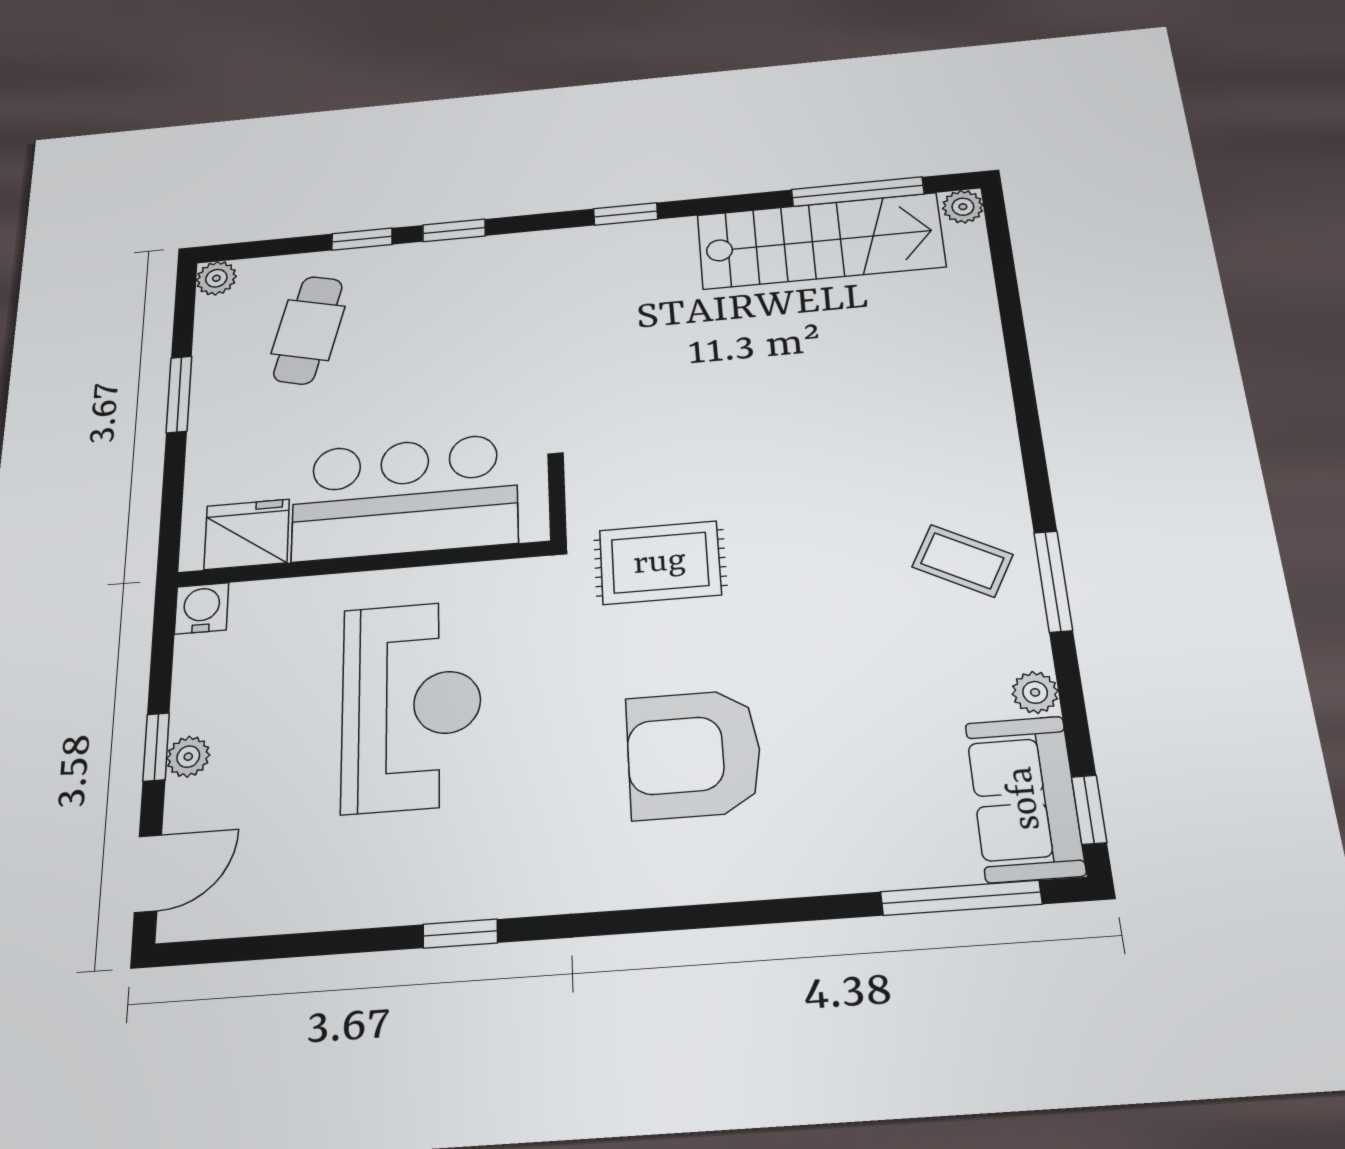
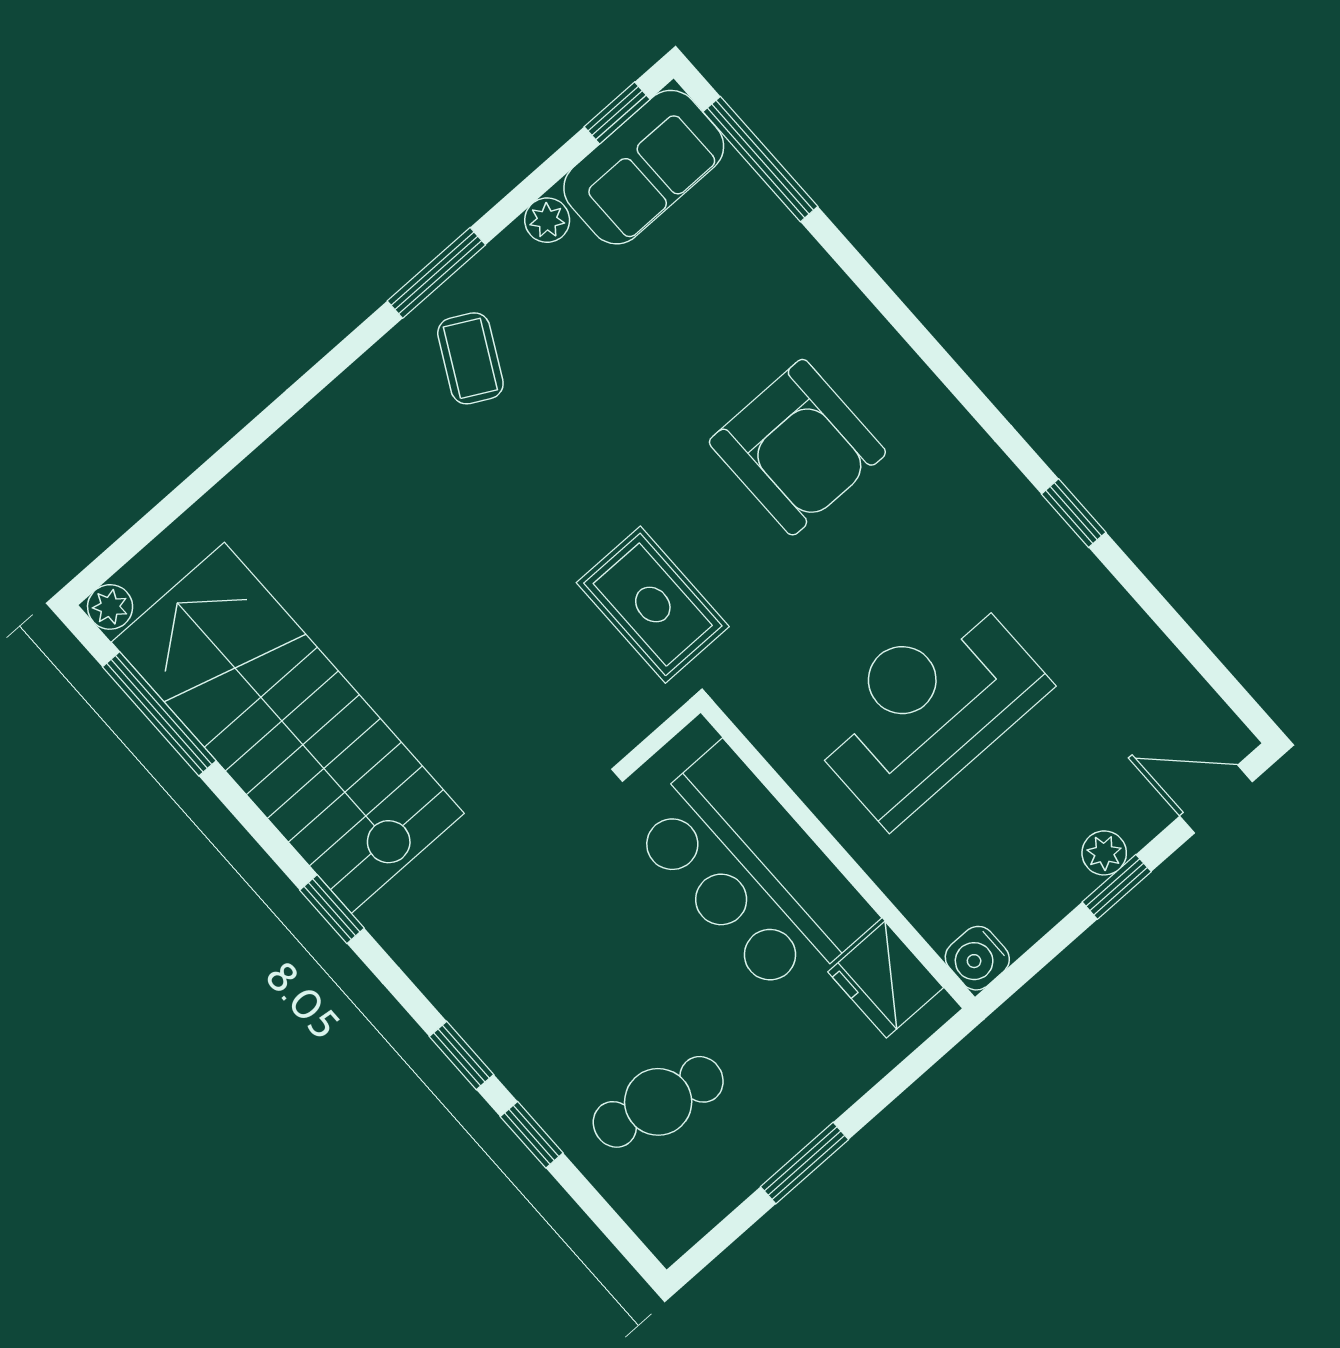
stairs: (820, 241) -> (288, 728), width x1.36, depth x1.51
plant: (216, 278) -> (669, 1237), removed

